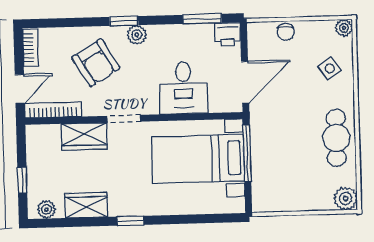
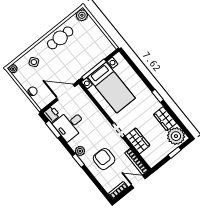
armchair: (96, 63) -> (104, 159), turned -59
desk: (183, 88) -> (70, 125), moved, turned 180
plant: (46, 210) -> (176, 136), width x1.88, depth x1.88

